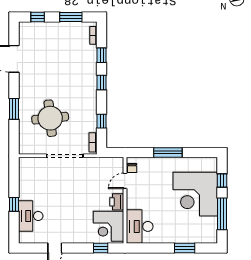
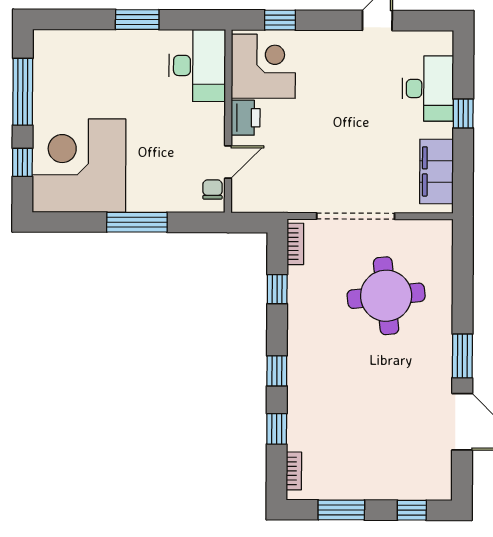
window: (14, 109) -> (462, 356), moved
filing cabinet: (27, 177) -> (436, 171), added
corner desk: (195, 194) -> (79, 165), moved, turned -90
window: (185, 248) -> (137, 20), moved

